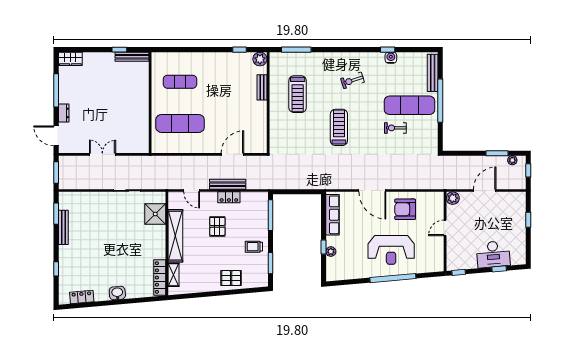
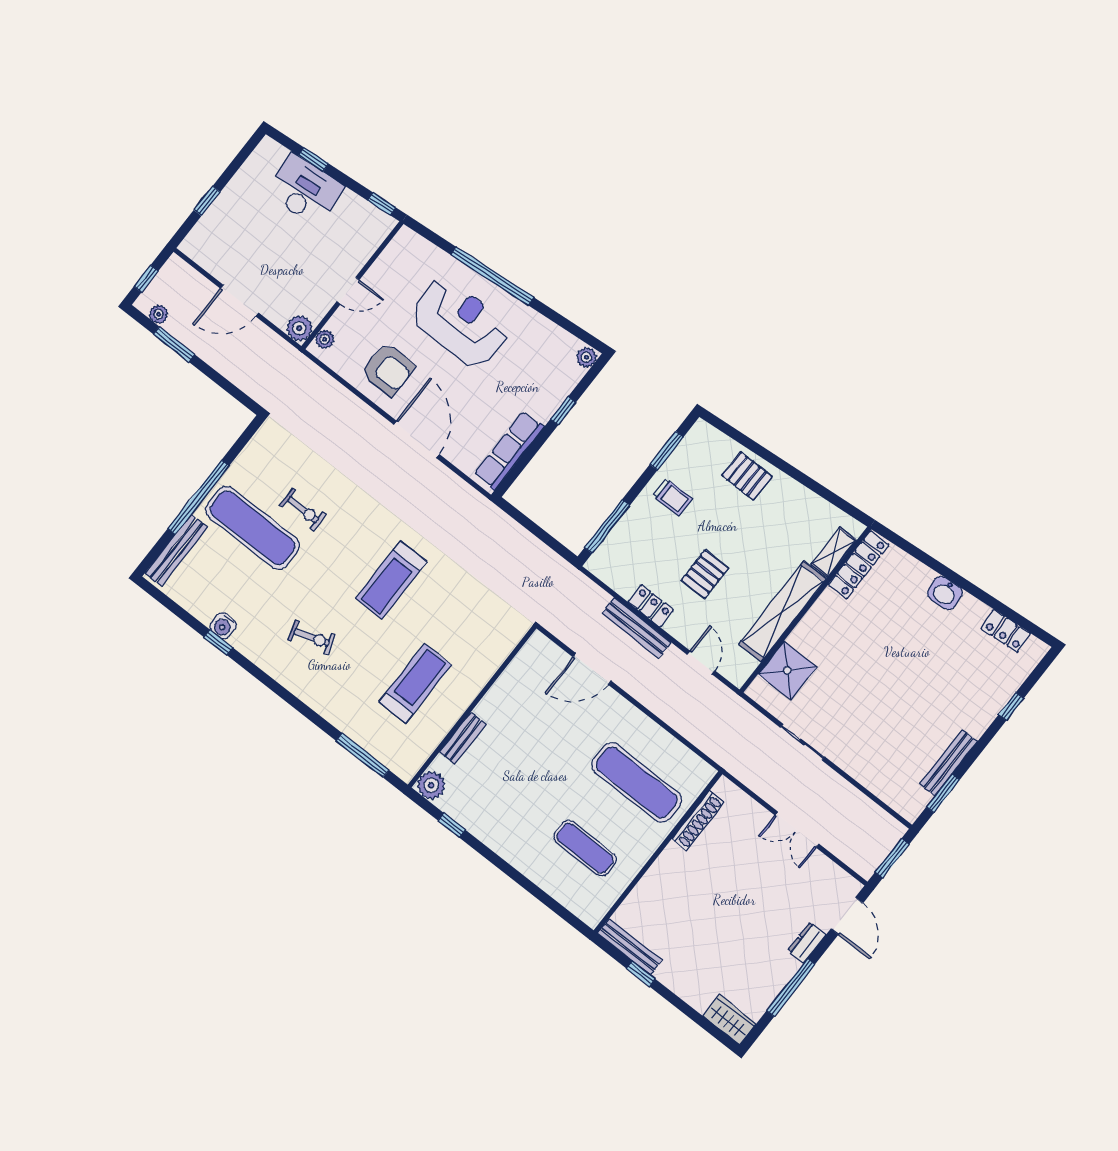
shoe rack: (144, 127) -> (698, 821), added
plant: (439, 202) -> (325, 339), added
plant: (331, 252) -> (586, 357), moved

